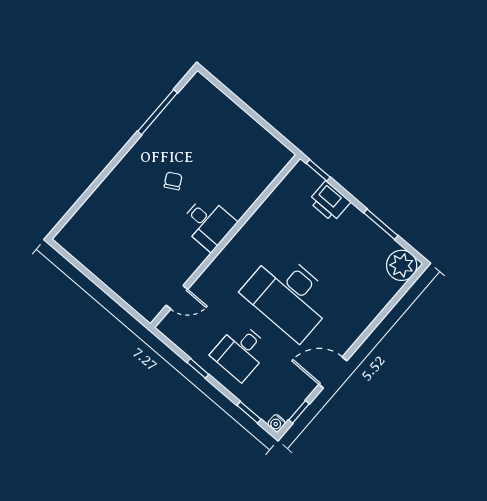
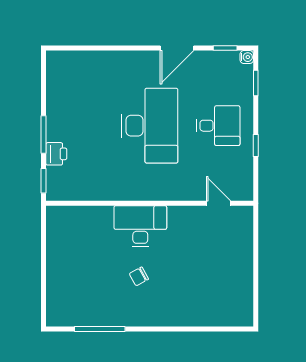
printer: (329, 202) -> (56, 154), width x0.73, depth x0.81
desk: (208, 223) -> (140, 226), width x1.37
window: (381, 224) -> (44, 134), moved
plant: (402, 265) -> (60, 64), removed
door: (333, 372) -> (177, 48), hinge flipped

